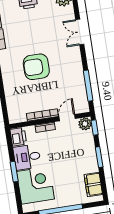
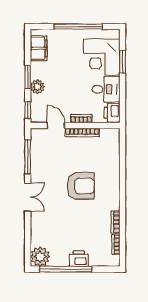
double door: (80, 32) -> (28, 197), moved
door: (67, 118) -> (56, 125), swing flipped
plant: (85, 124) -> (37, 87), moved
window: (14, 172) -> (123, 62), moved

